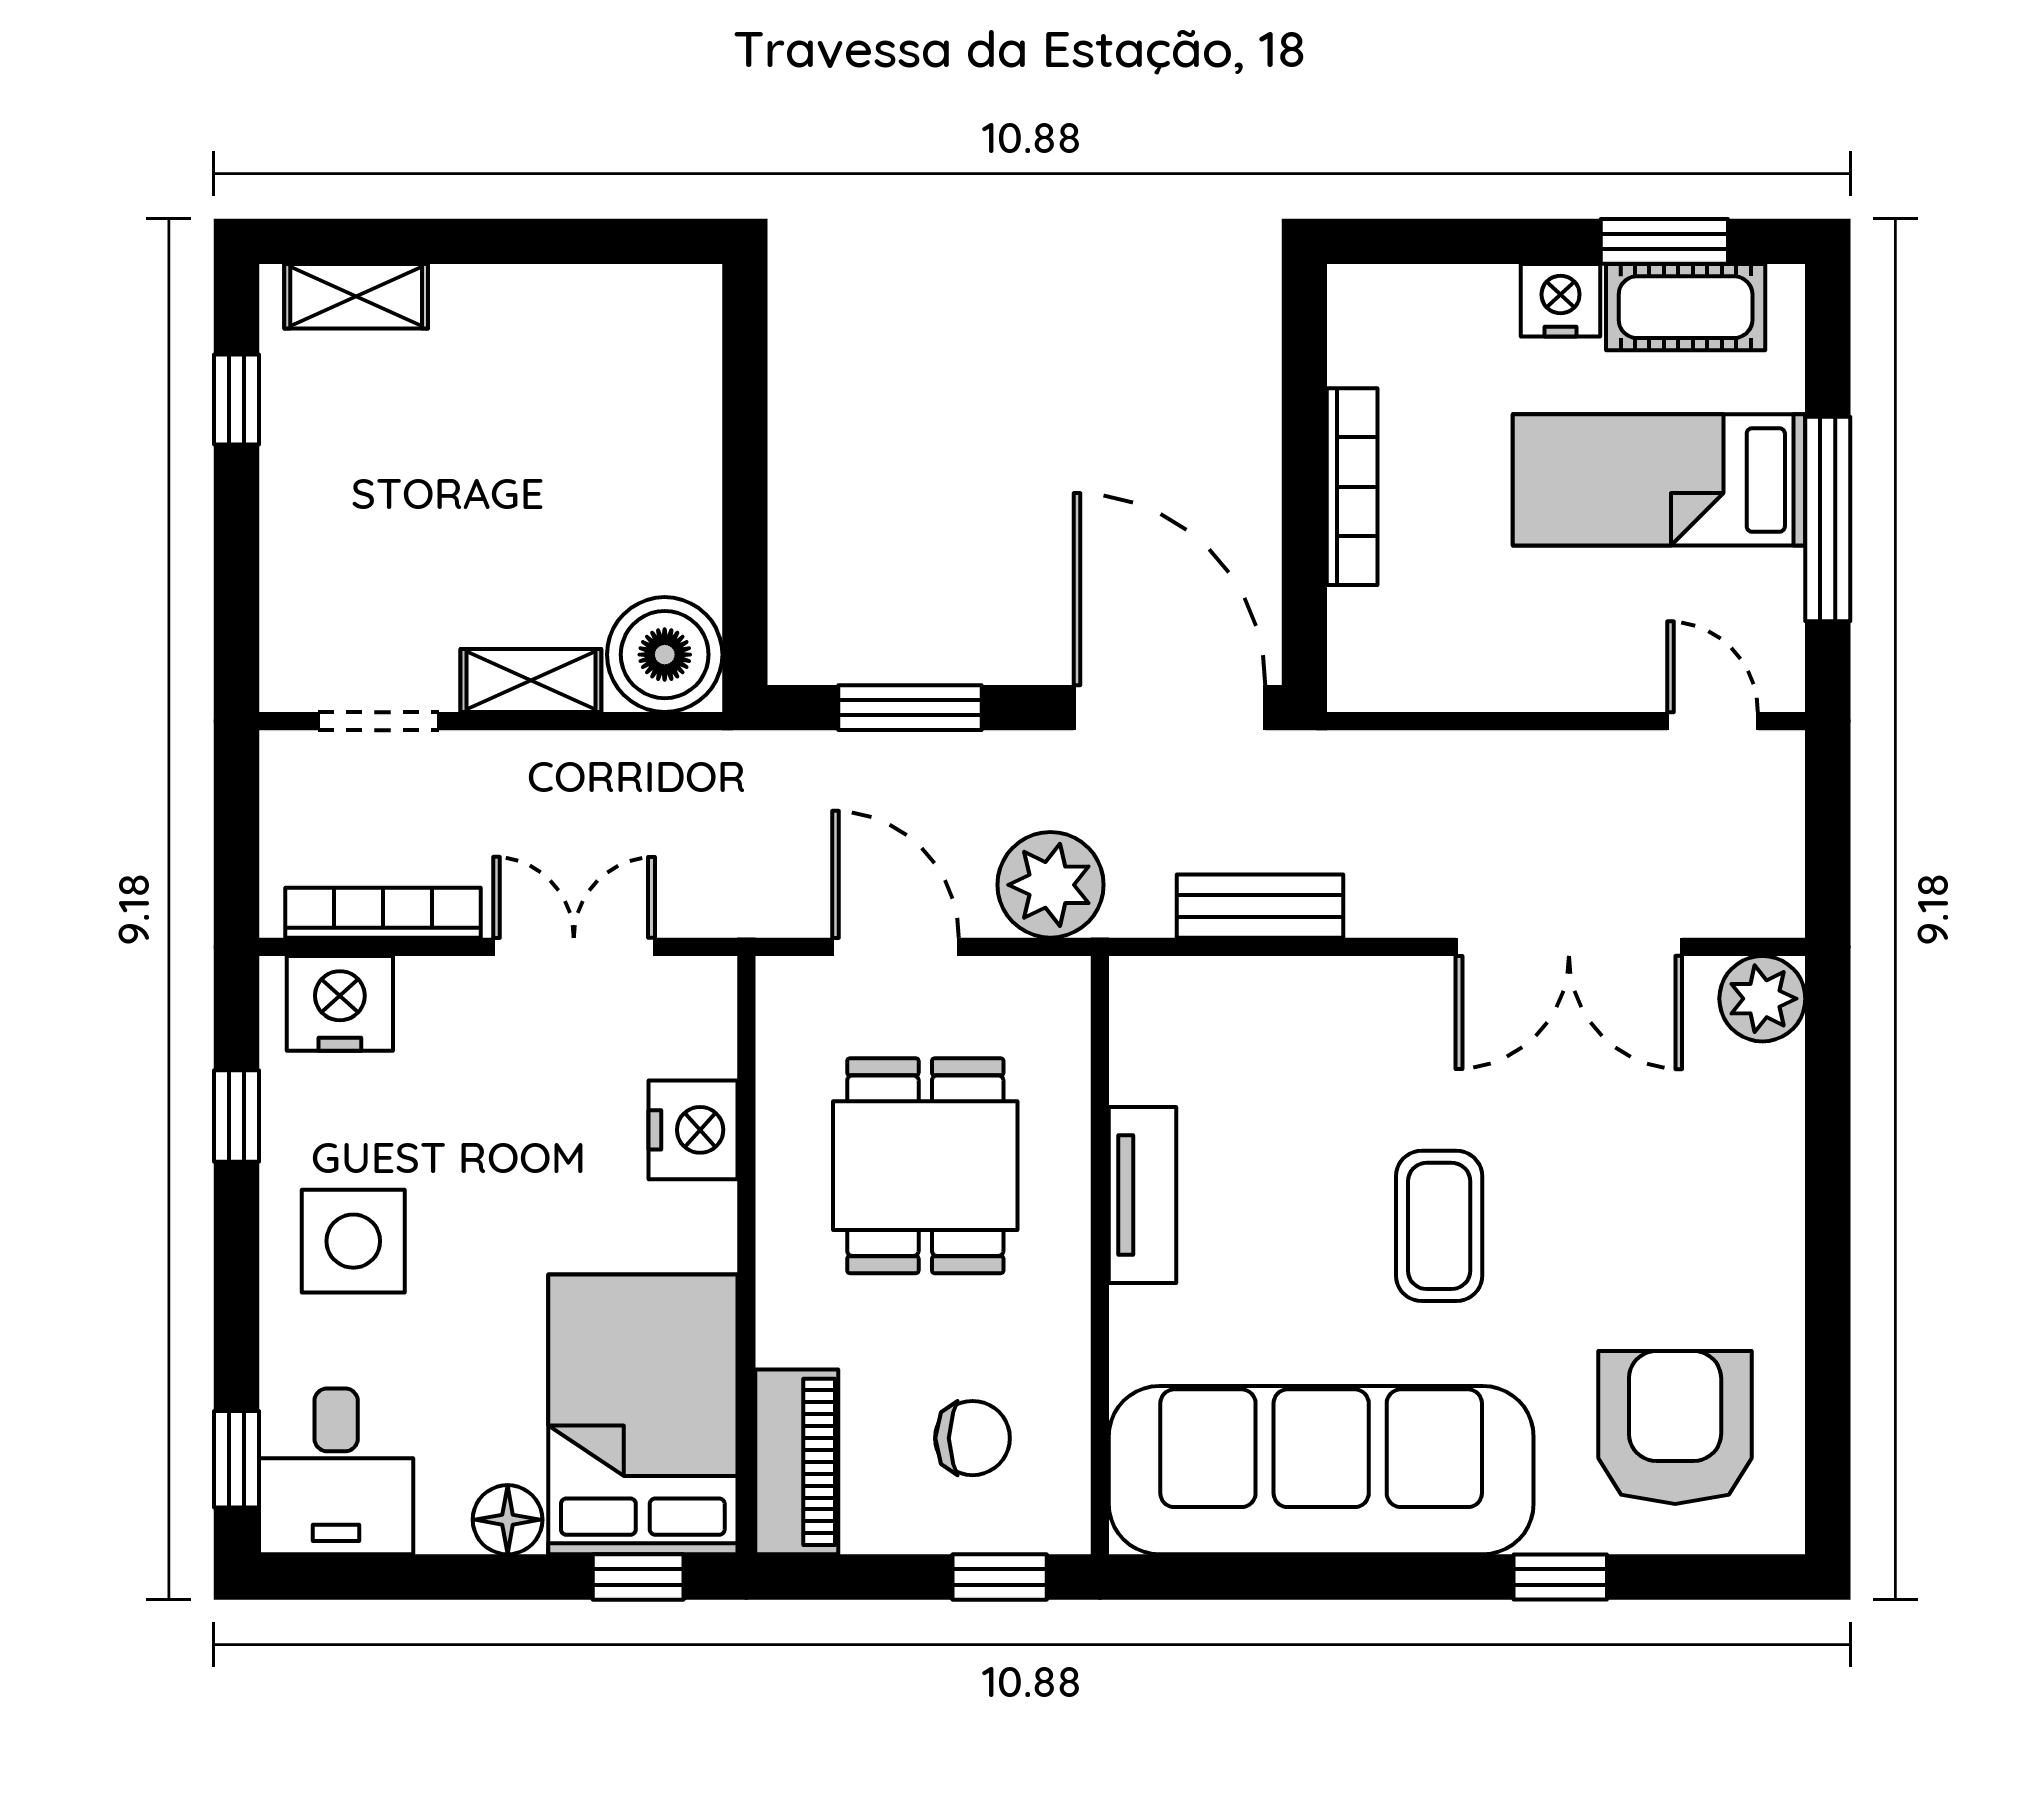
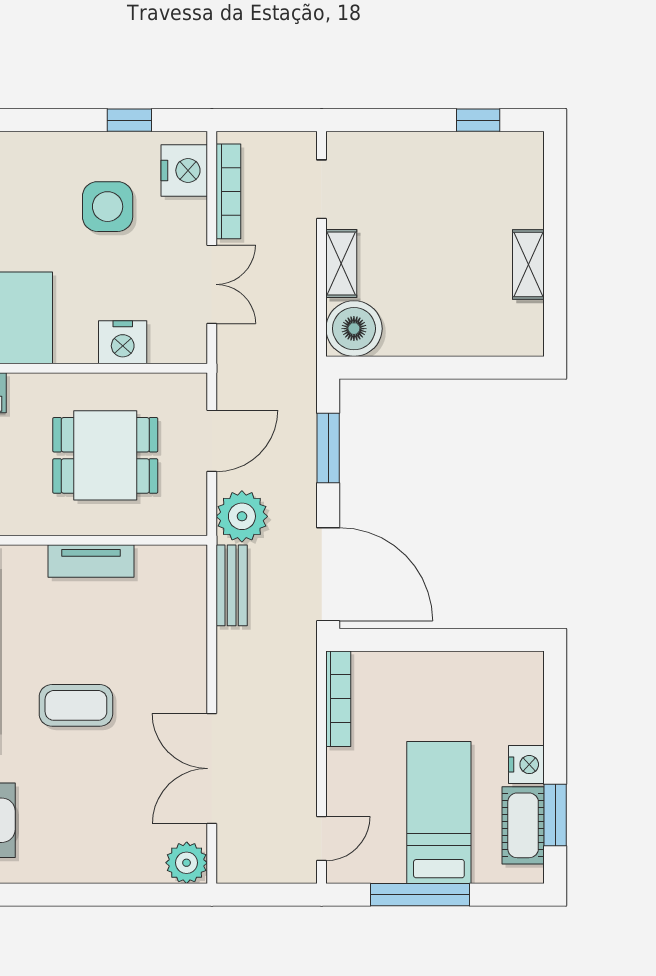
shelving: (356, 296) -> (528, 265), moved
bookcase: (1352, 487) -> (338, 699), moved, turned -90
door: (1170, 708) -> (328, 574), hinge flipped
bench: (1260, 906) -> (232, 585), moved
side table: (353, 1241) -> (108, 207), moved

